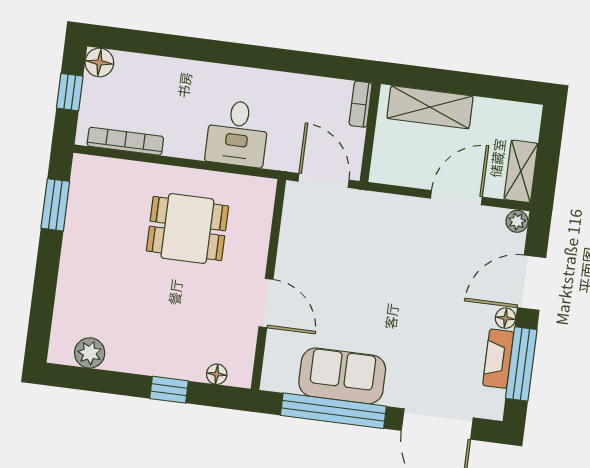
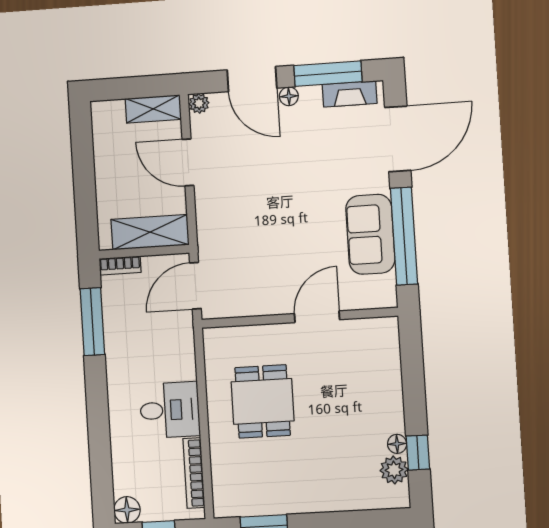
window: (306, 63) -> (92, 322), added
shelving: (430, 107) -> (150, 232), moved, turned 90
desk: (237, 133) -> (170, 410), moved
fireplace: (498, 359) -> (350, 94), moved
floor lamp: (217, 374) -> (397, 444), moved
window: (169, 390) -> (418, 453), moved

